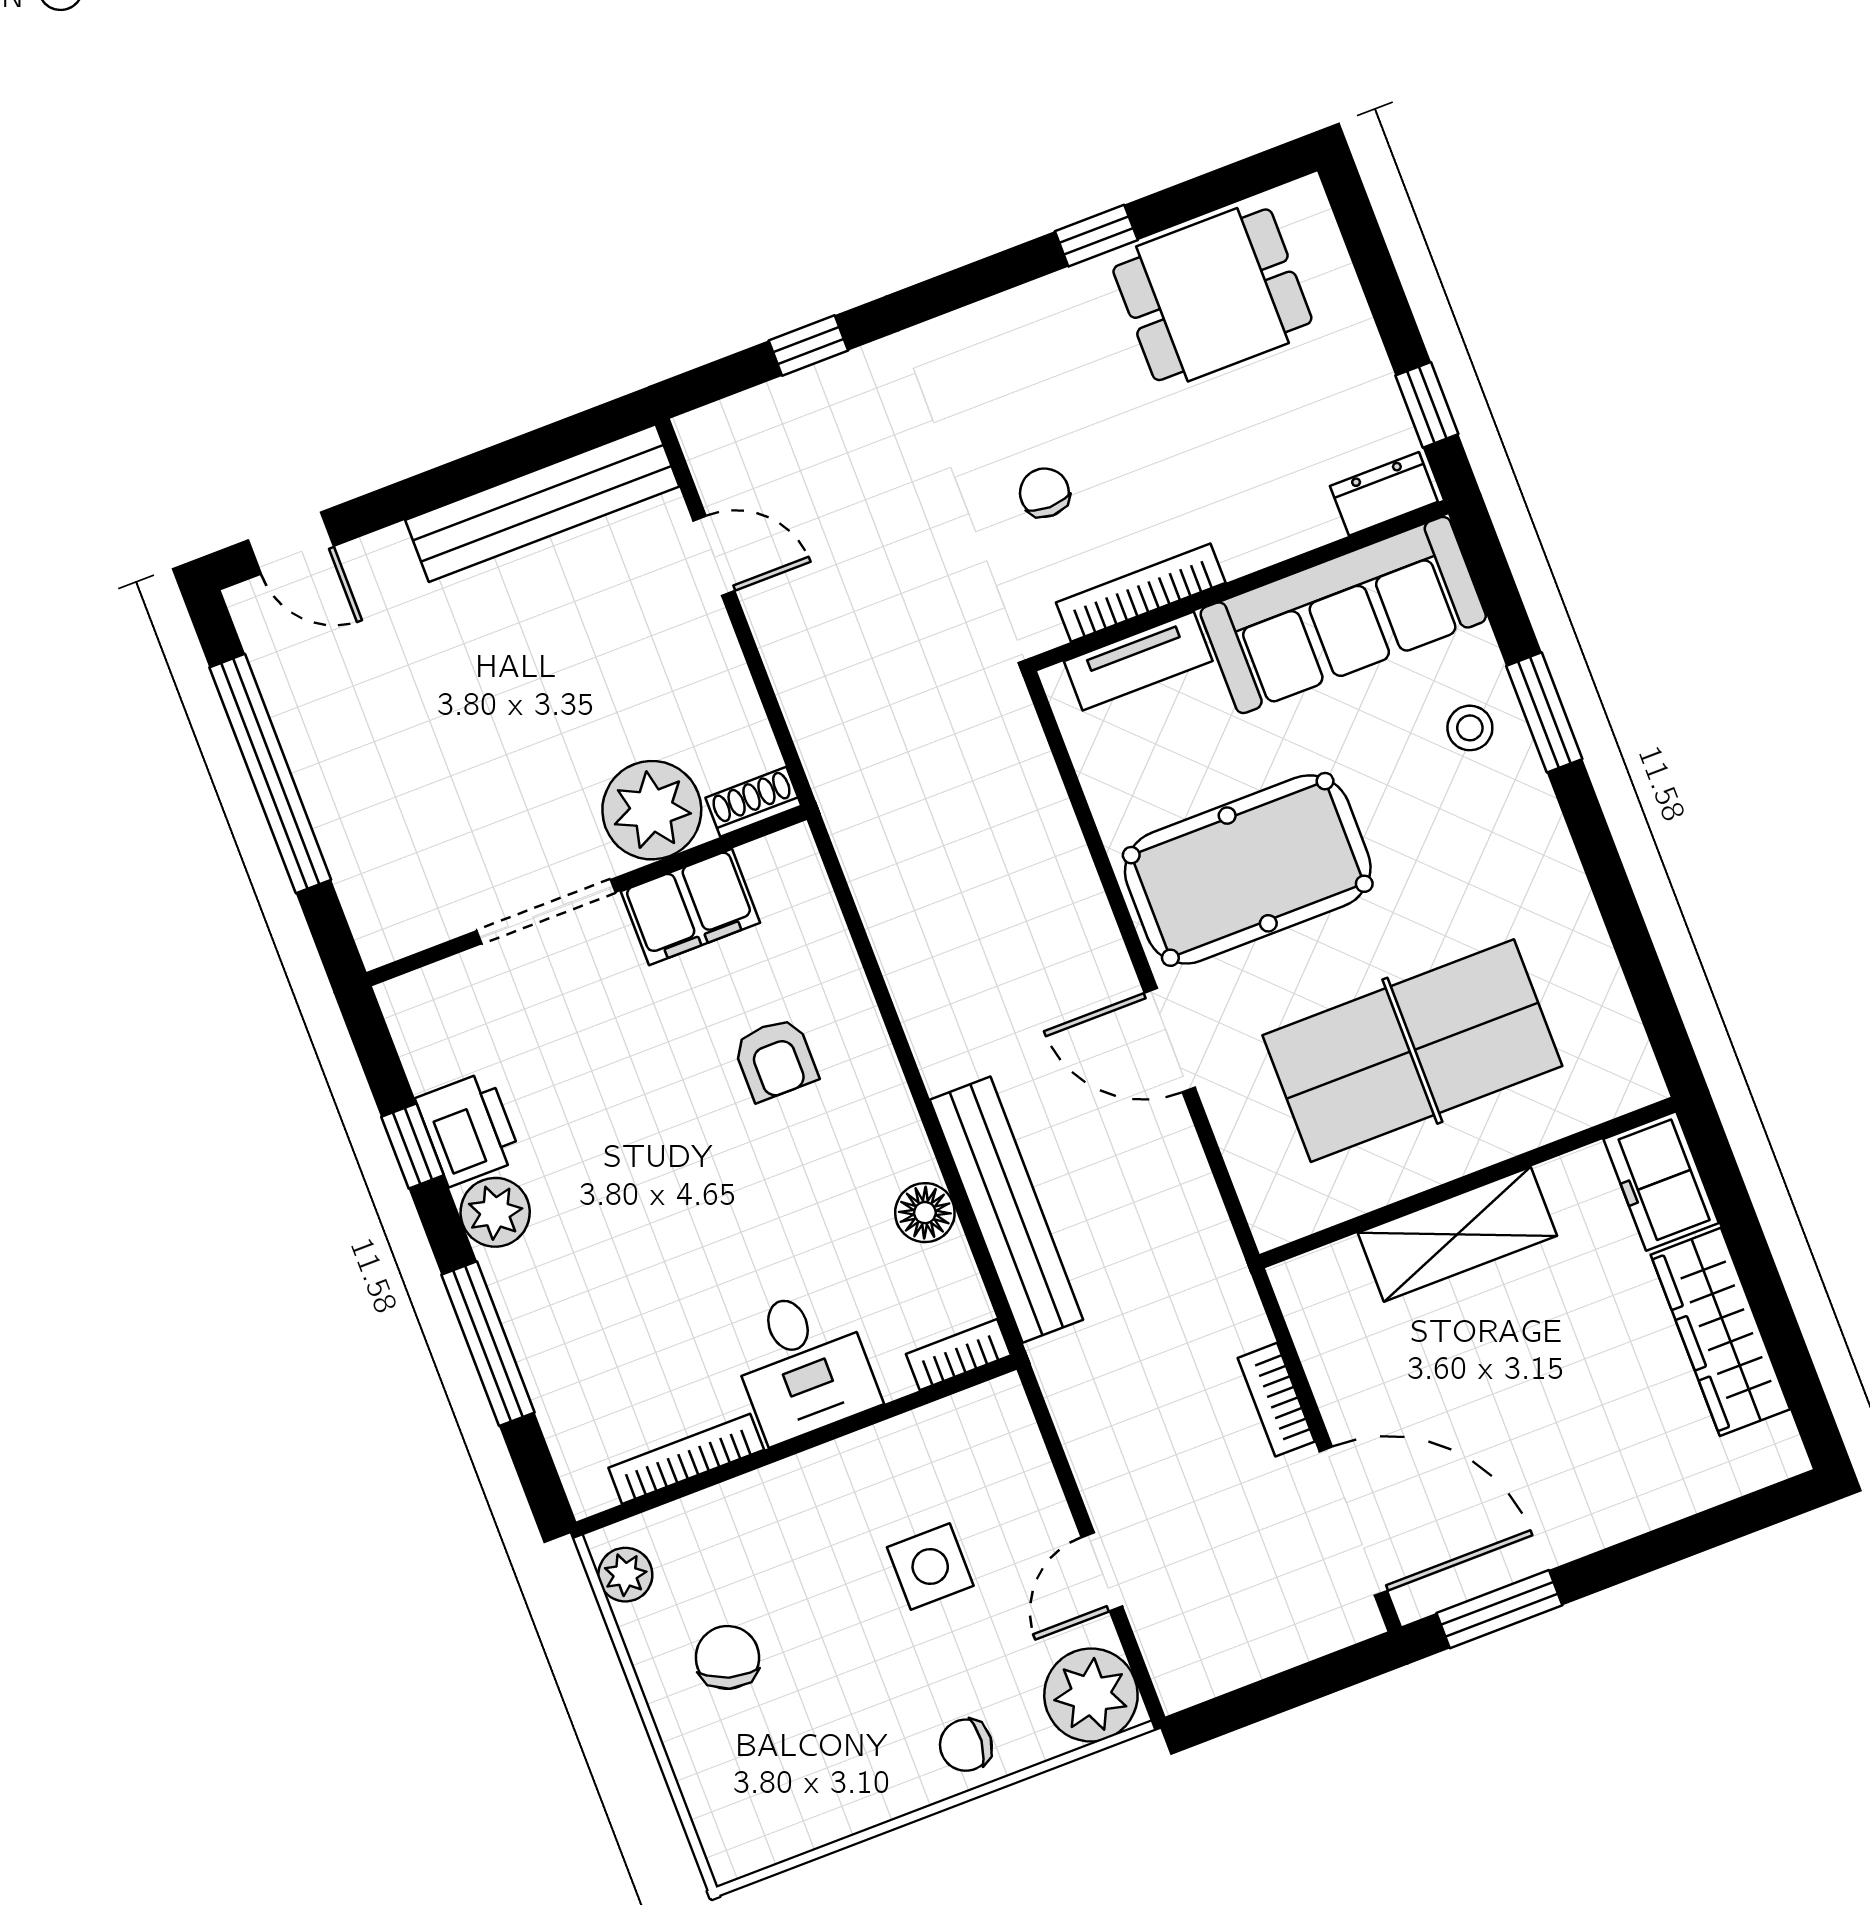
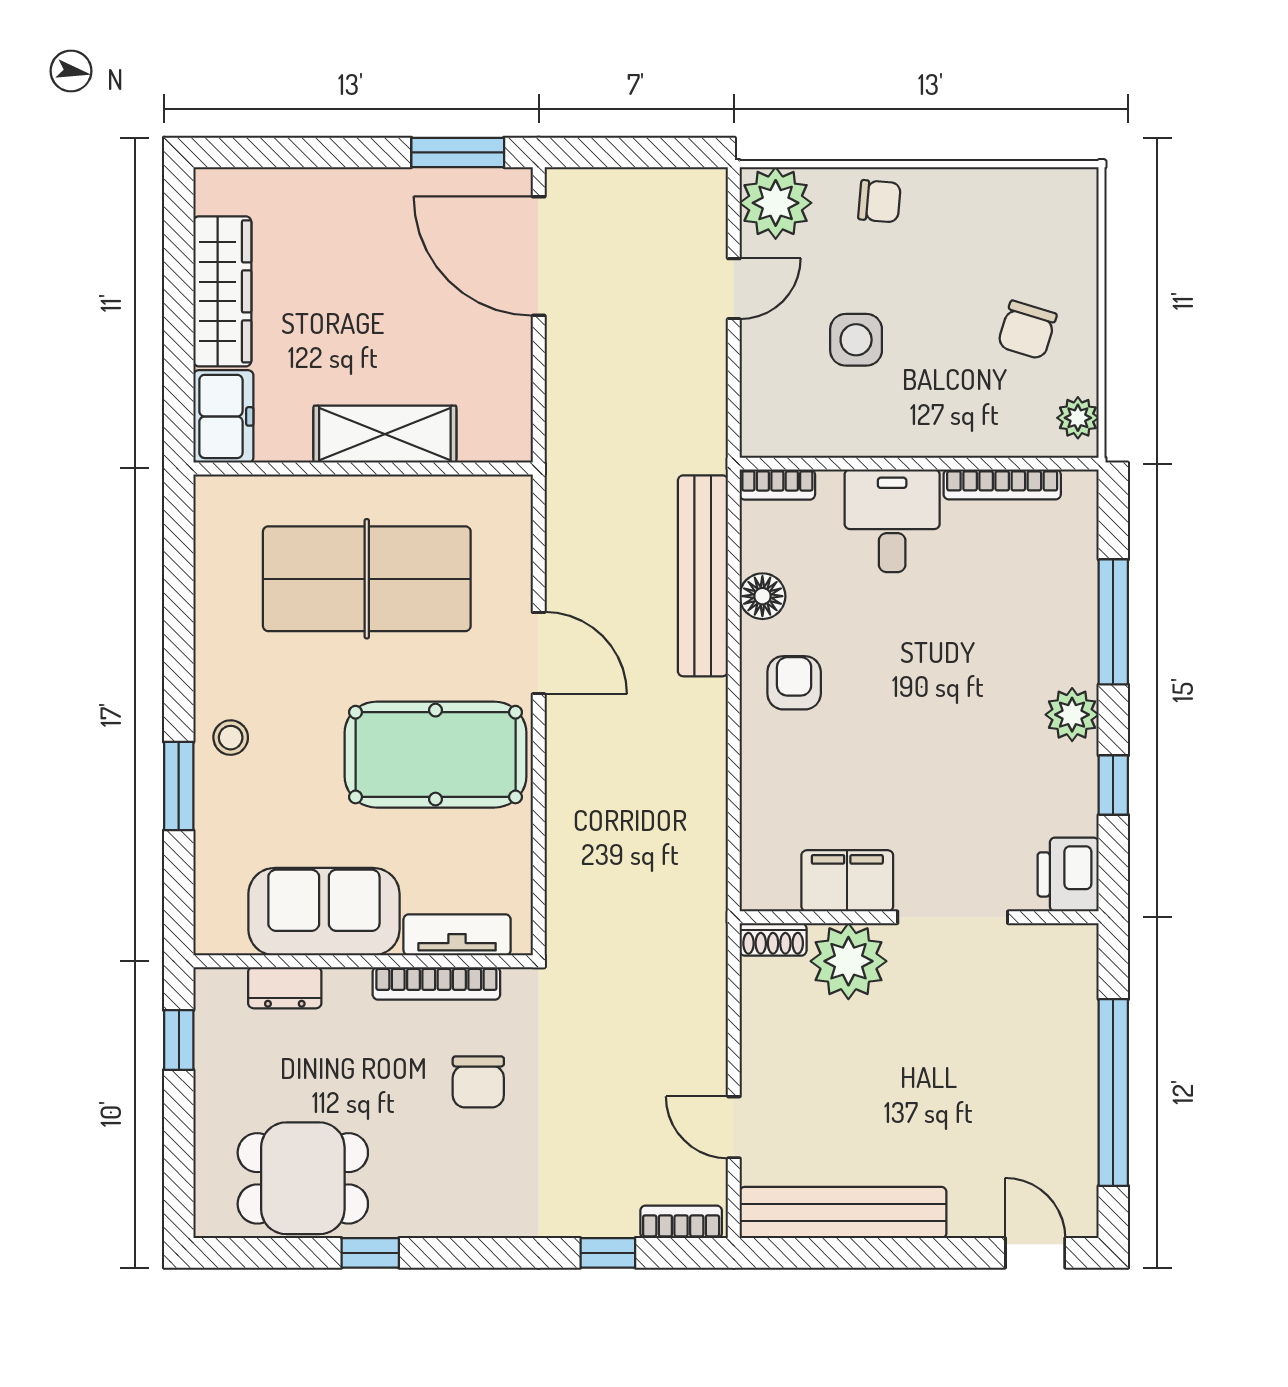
chair: (1044, 493) -> (478, 1082), width x1.37, depth x1.37
dresser: (1384, 494) -> (285, 988), moved
sofa: (1343, 615) -> (324, 912), width x0.73
stool: (1470, 728) -> (231, 738), moved
armchair: (775, 1059) -> (794, 683), moved
printer: (469, 1129) -> (1068, 874), moved
bookcase: (1276, 1400) -> (681, 1222), moved, turned -90

